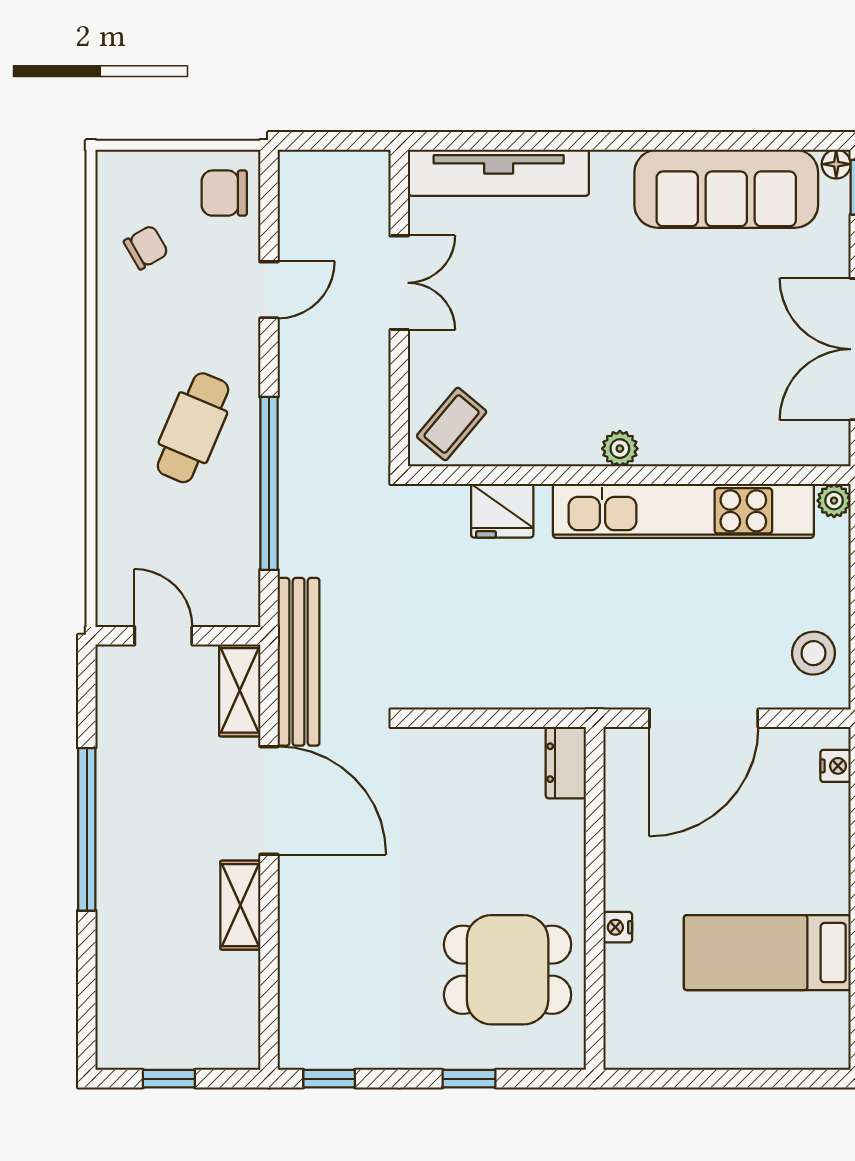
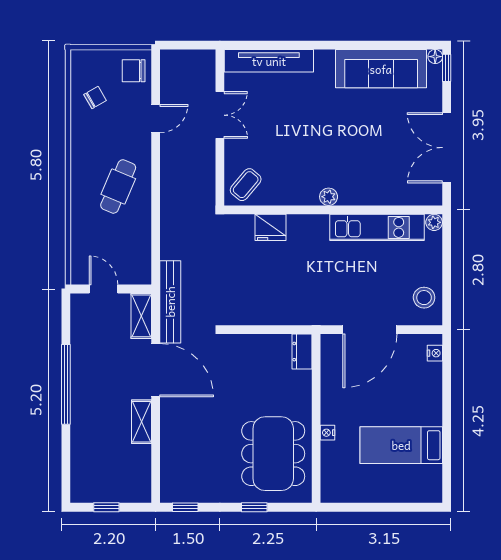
window: (269, 483) -> (156, 214), removed
kitchen unit: (683, 511) -> (377, 227), width x0.73
dining table: (508, 970) -> (273, 454), width x1.38

